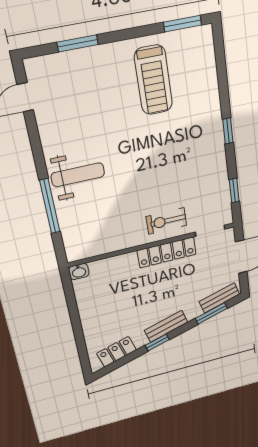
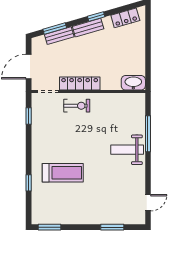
treadmill: (153, 80) -> (63, 173), moved, turned 90
window: (228, 131) -> (29, 183), moved
washbasin: (79, 272) -> (133, 83), width x1.91, depth x1.45
bench: (219, 298) -> (59, 36), moved

